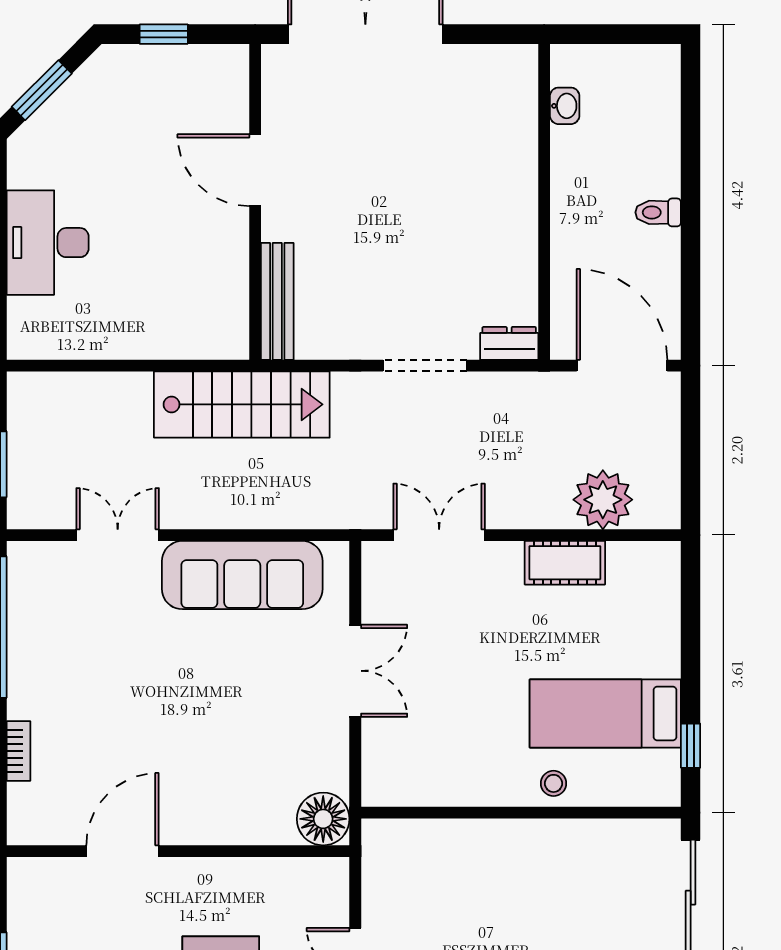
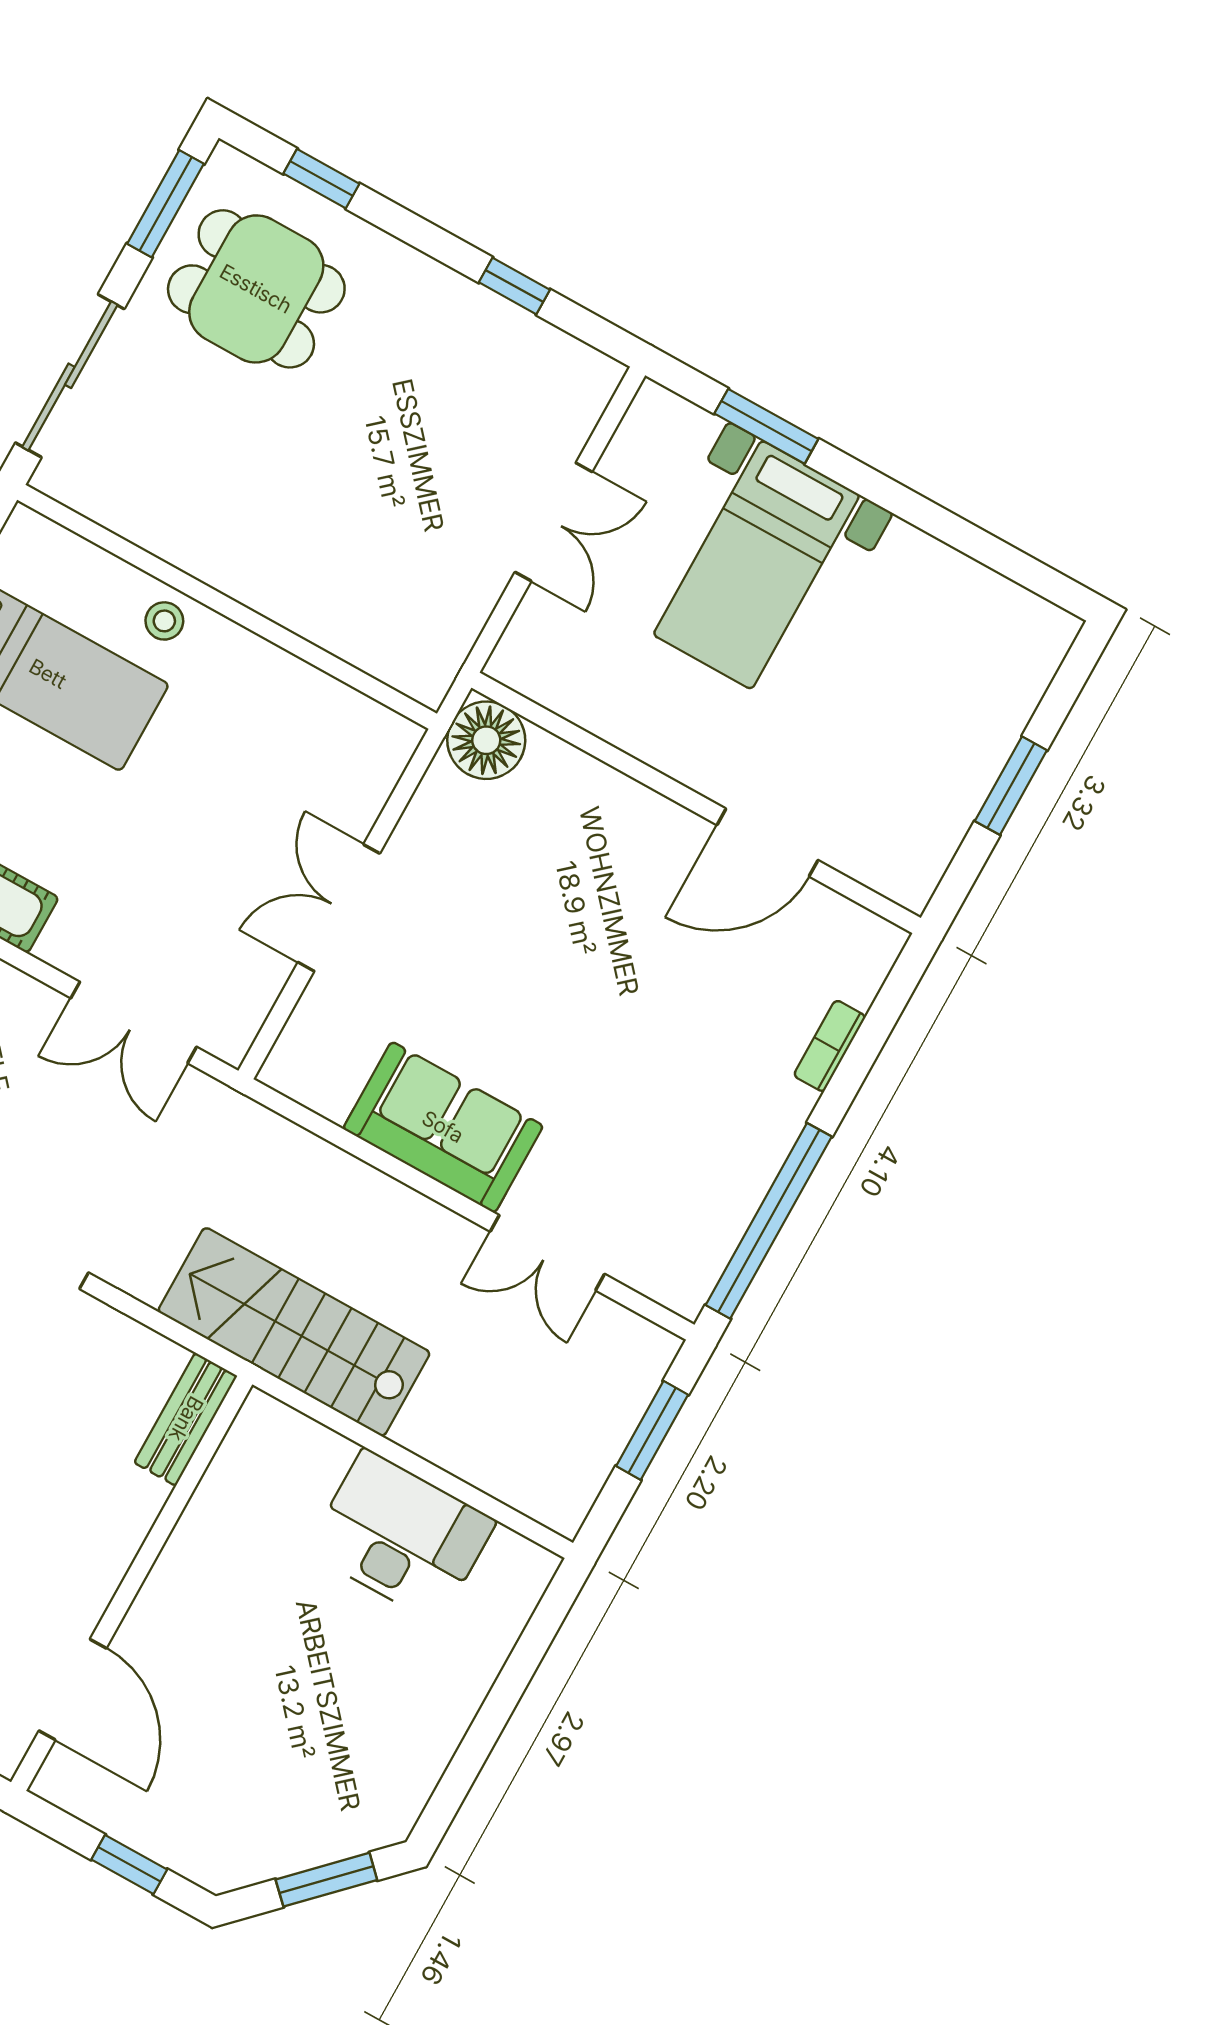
door: (255, 170) -> (73, 1689), moved
desk: (48, 243) -> (401, 1536), moved, turned -90
bench: (277, 301) -> (186, 1419), width x0.73
sofa: (242, 575) -> (443, 1127), width x0.73

